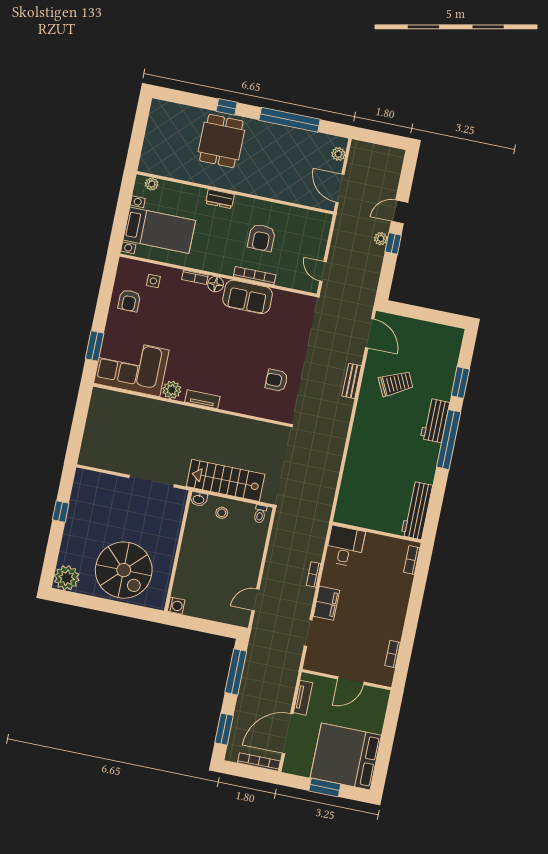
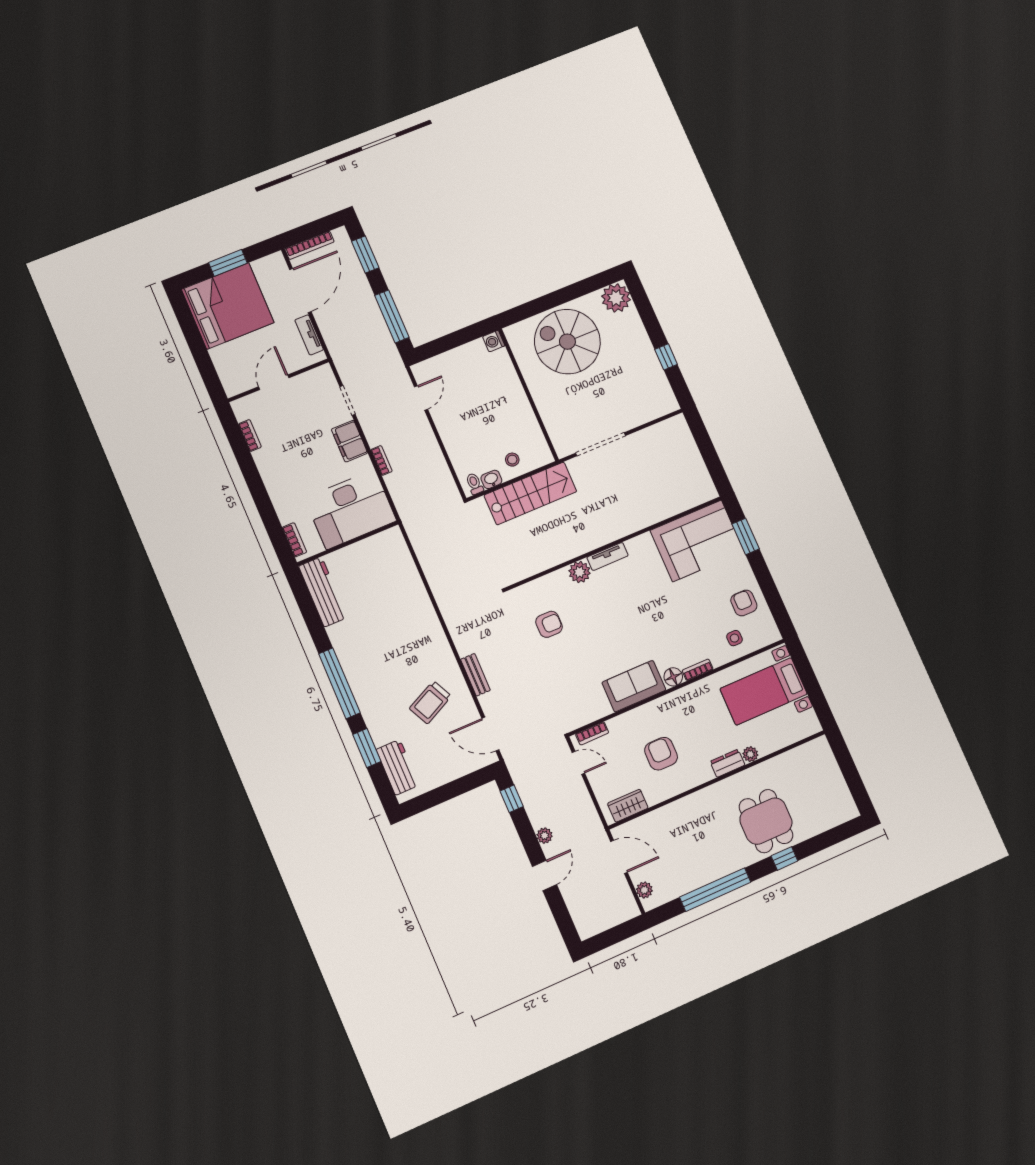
plant: (152, 184) -> (750, 754), moved
wardrobe: (309, 219) -> (628, 806), added
window: (393, 243) -> (512, 799), moved
bookcase: (255, 276) -> (592, 733), moved, width x0.64
plant: (172, 390) -> (580, 572), moved
workbench: (435, 421) -> (398, 767), moved
washbasin: (199, 499) -> (491, 479), moved
desk: (345, 546) -> (351, 509), width x1.87, depth x1.30

